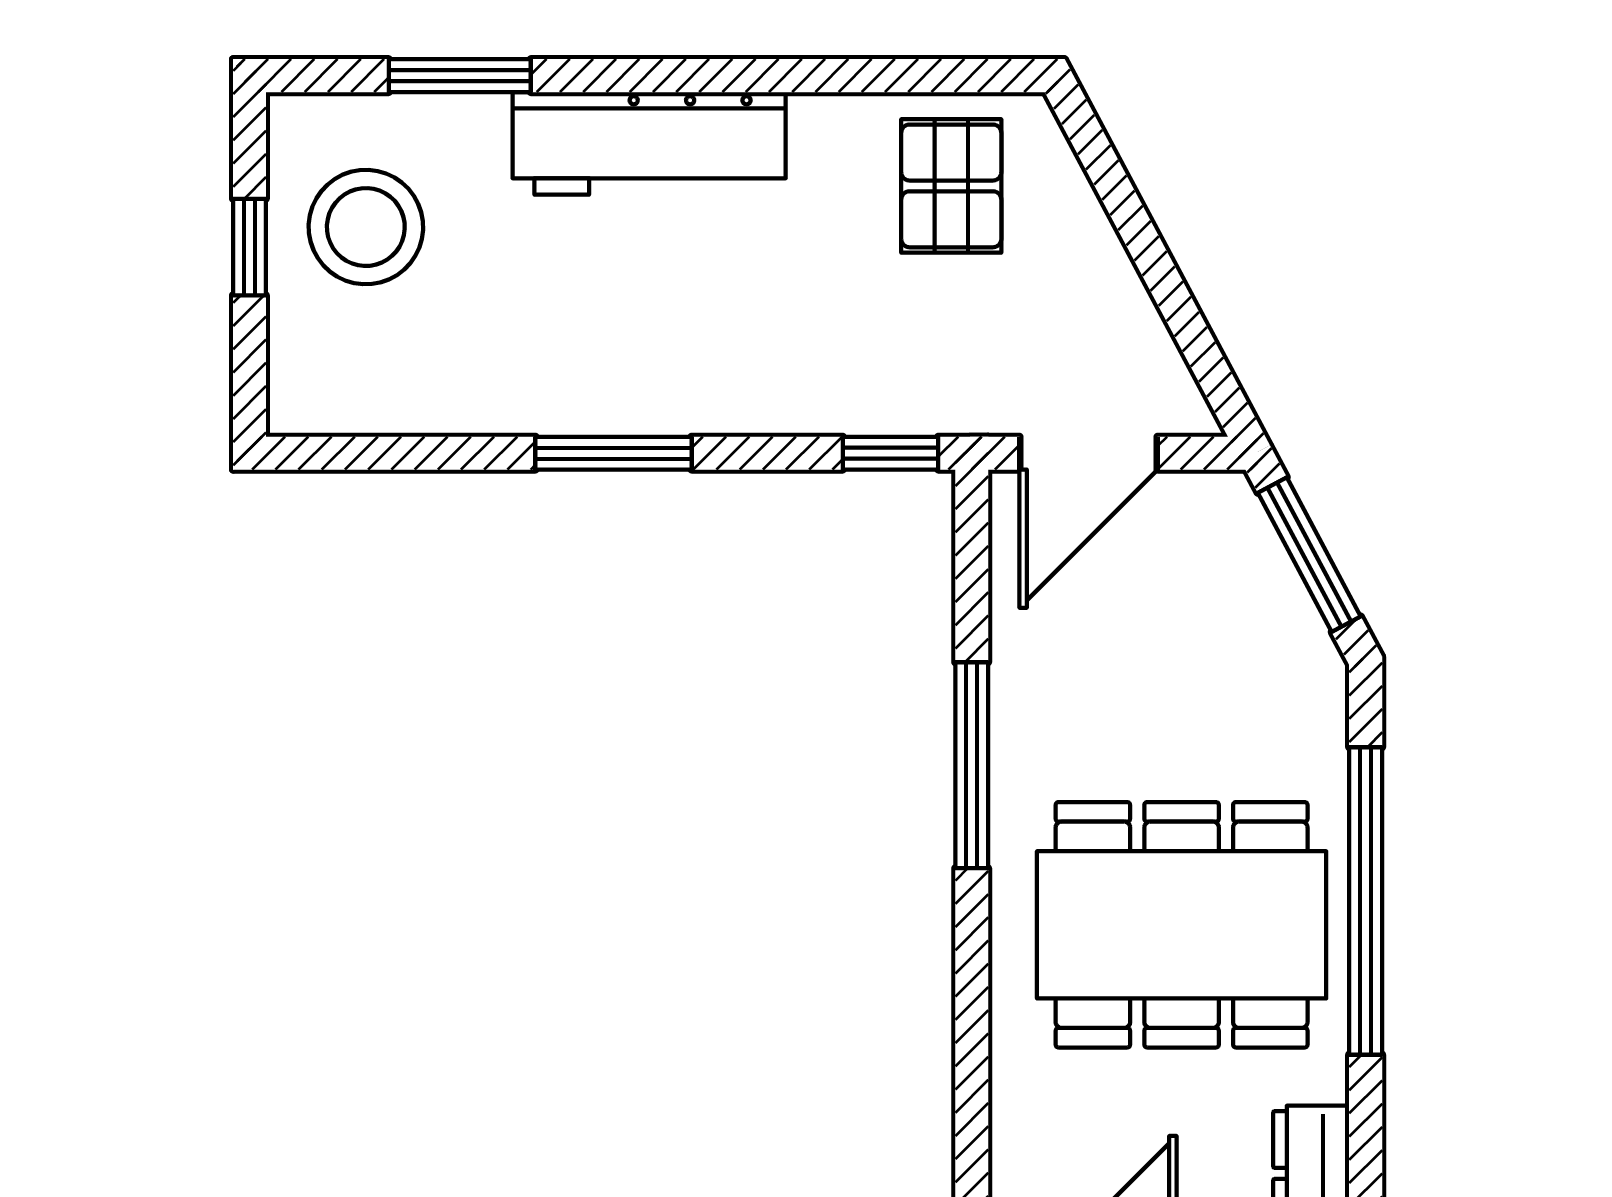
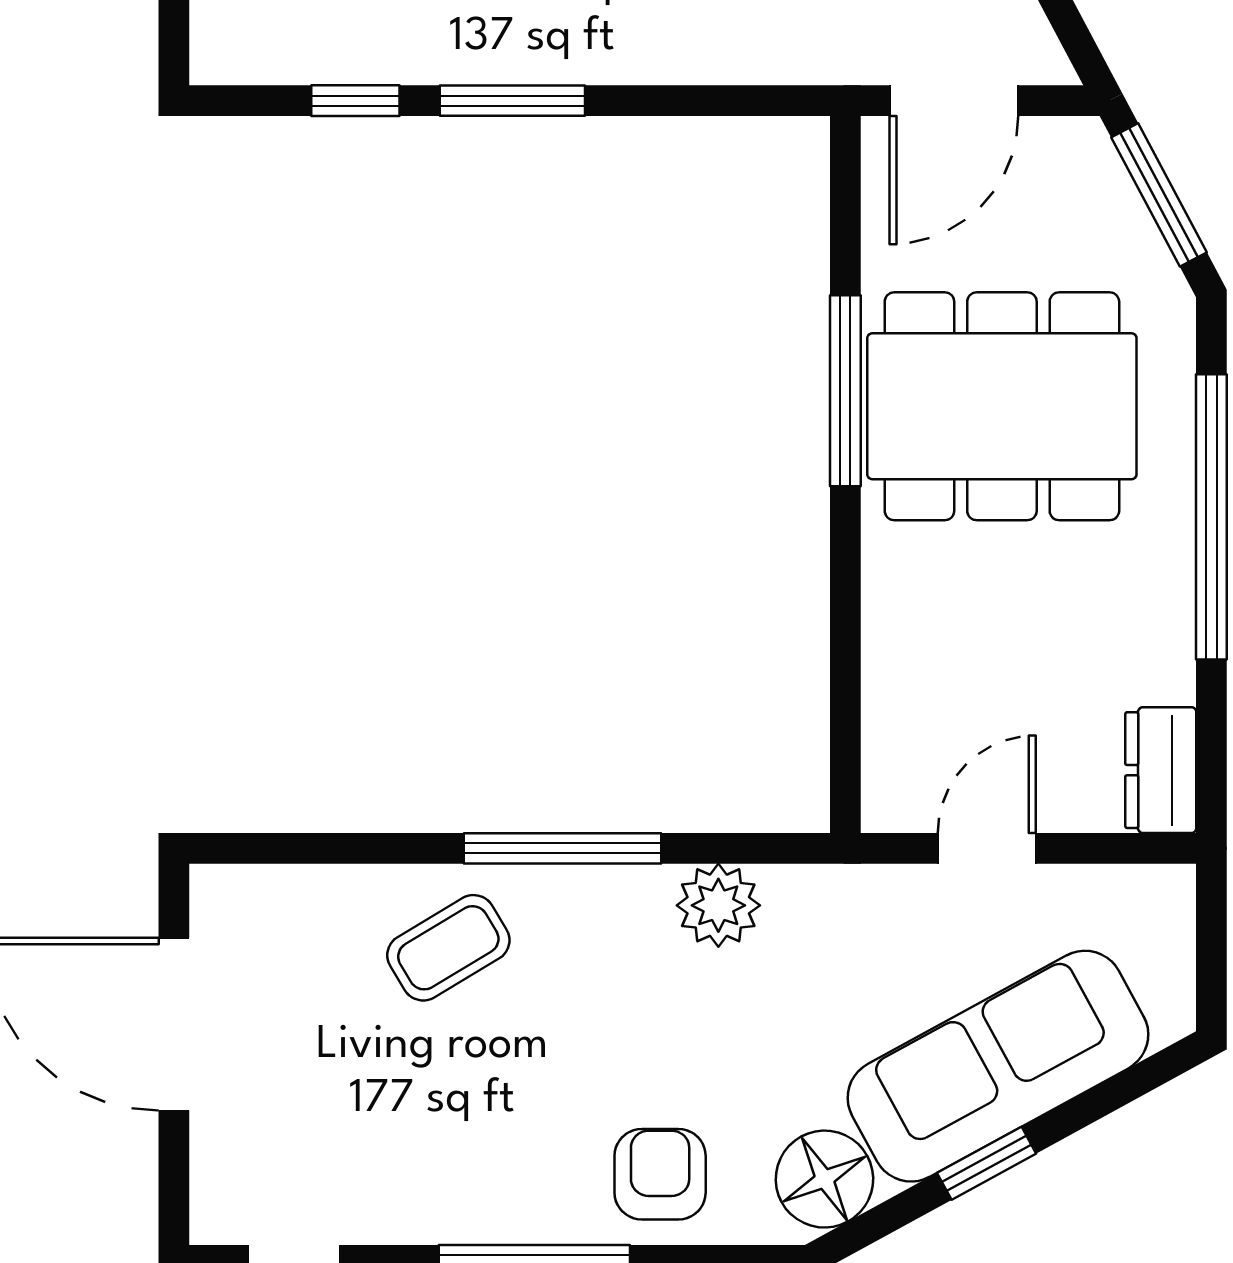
window: (890, 453) -> (355, 101), moved
dining table: (1182, 925) -> (1002, 406), moved

